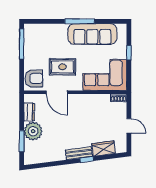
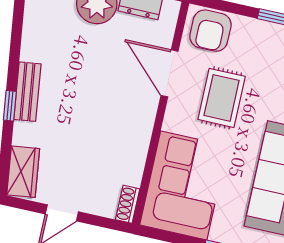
door: (57, 92) -> (170, 73), hinge flipped
wardrobe: (104, 149) -> (23, 172), moved

